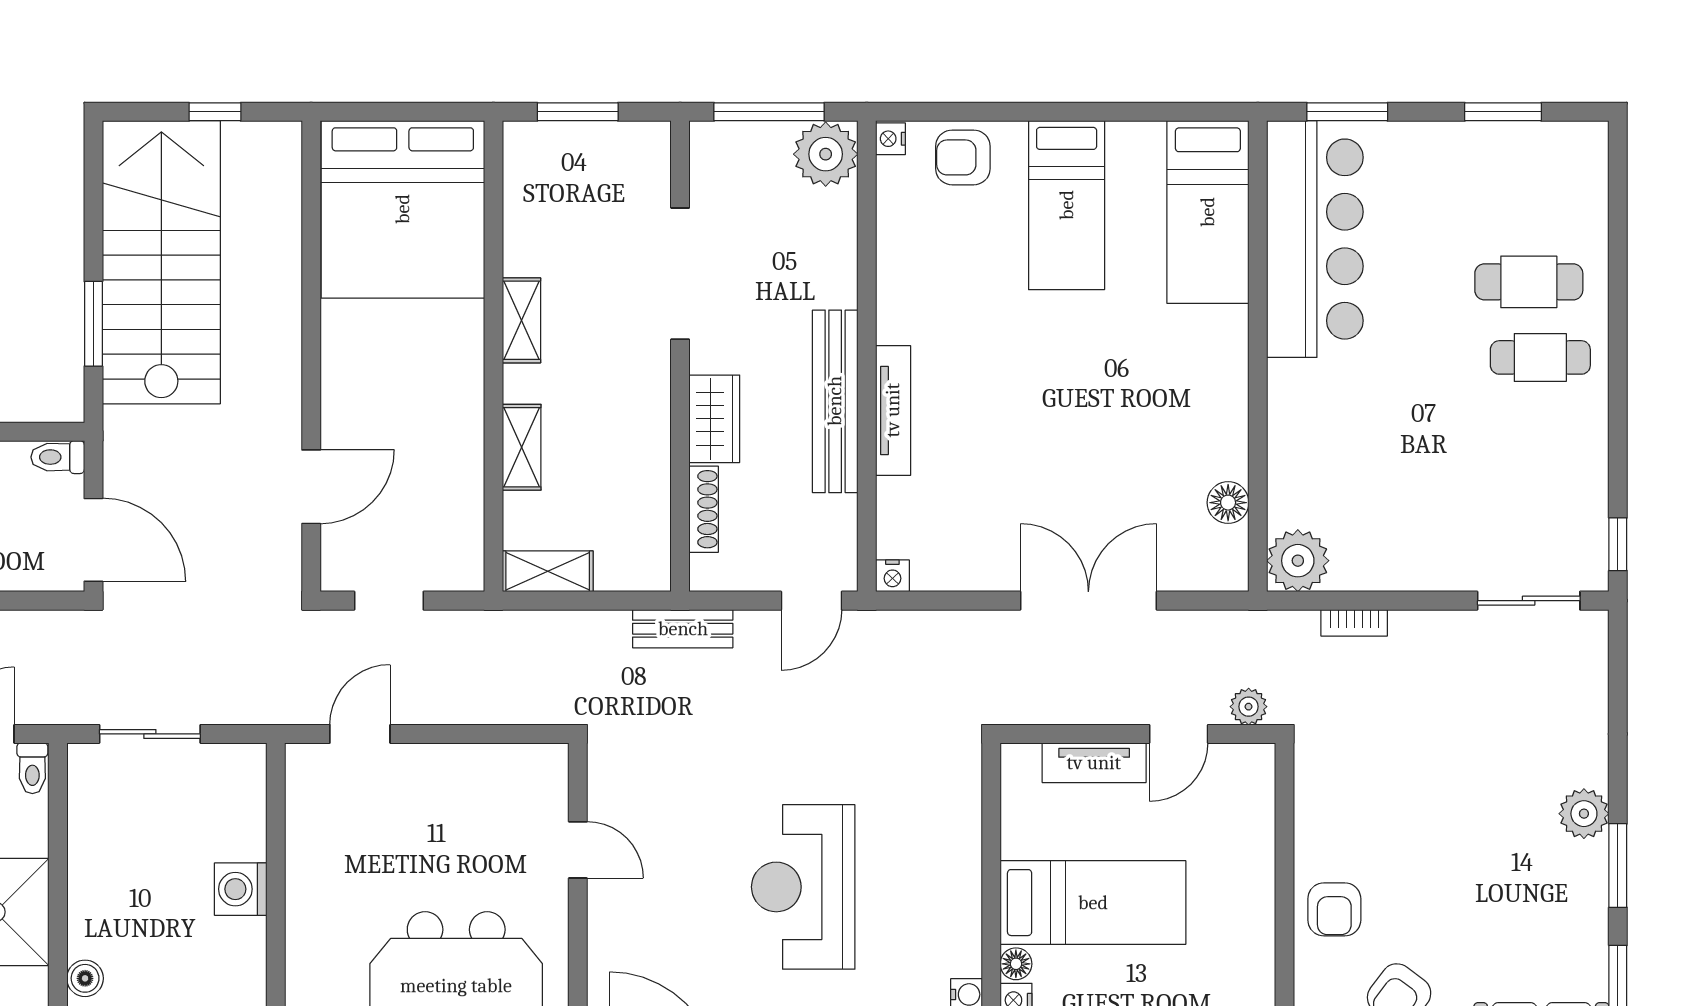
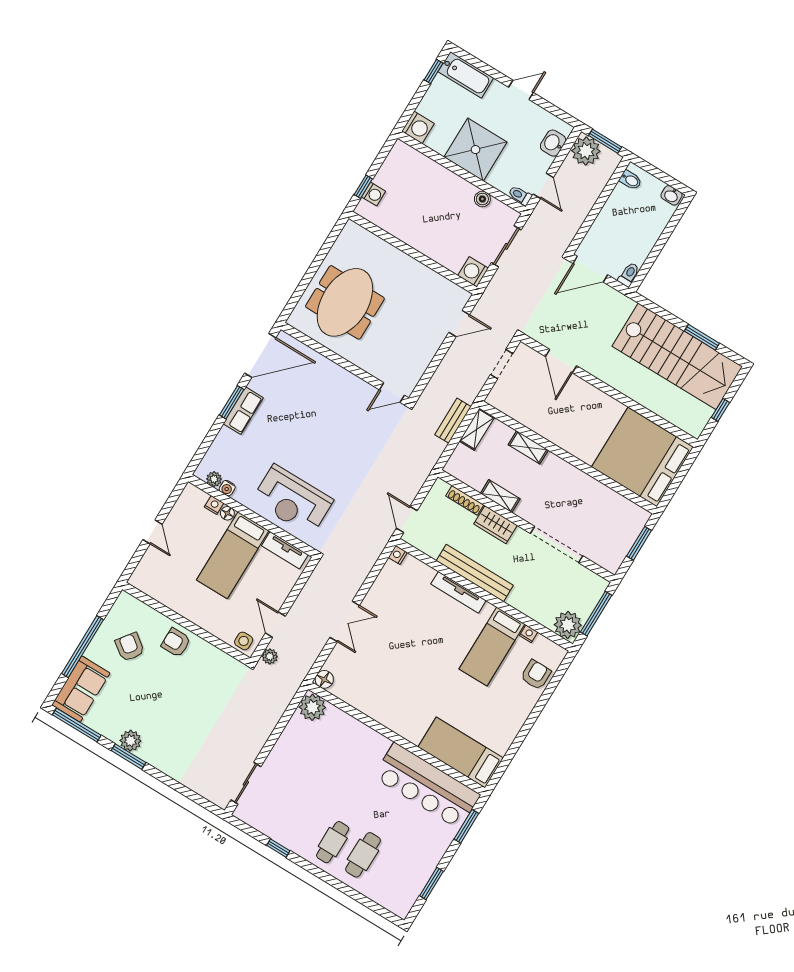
nightstand: (891, 139) -> (529, 634), moved
bed: (1067, 205) -> (492, 646), moved, turned -90
shelving: (521, 320) -> (500, 496), moved
window: (93, 324) -> (702, 337), moved
floor lamp: (1228, 503) -> (324, 679), moved
window: (1618, 544) -> (278, 848), moved
double door: (1088, 601) -> (345, 621), width x0.73
bookcase: (1354, 623) -> (277, 714), removed
bench: (683, 629) -> (453, 421), moved
door: (360, 734) -> (459, 324), hinge flipped
tv unit: (1094, 763) -> (285, 550), moved, turned -90
side table: (1249, 777) -> (244, 641), added
plant: (1584, 814) -> (130, 741), moved
door: (578, 850) -> (392, 392), moved
reception desk: (803, 887) -> (292, 500), moved, turned 180
washing machine: (241, 889) -> (473, 272), moved, turned -90
boiler: (85, 978) -> (482, 199), moved

